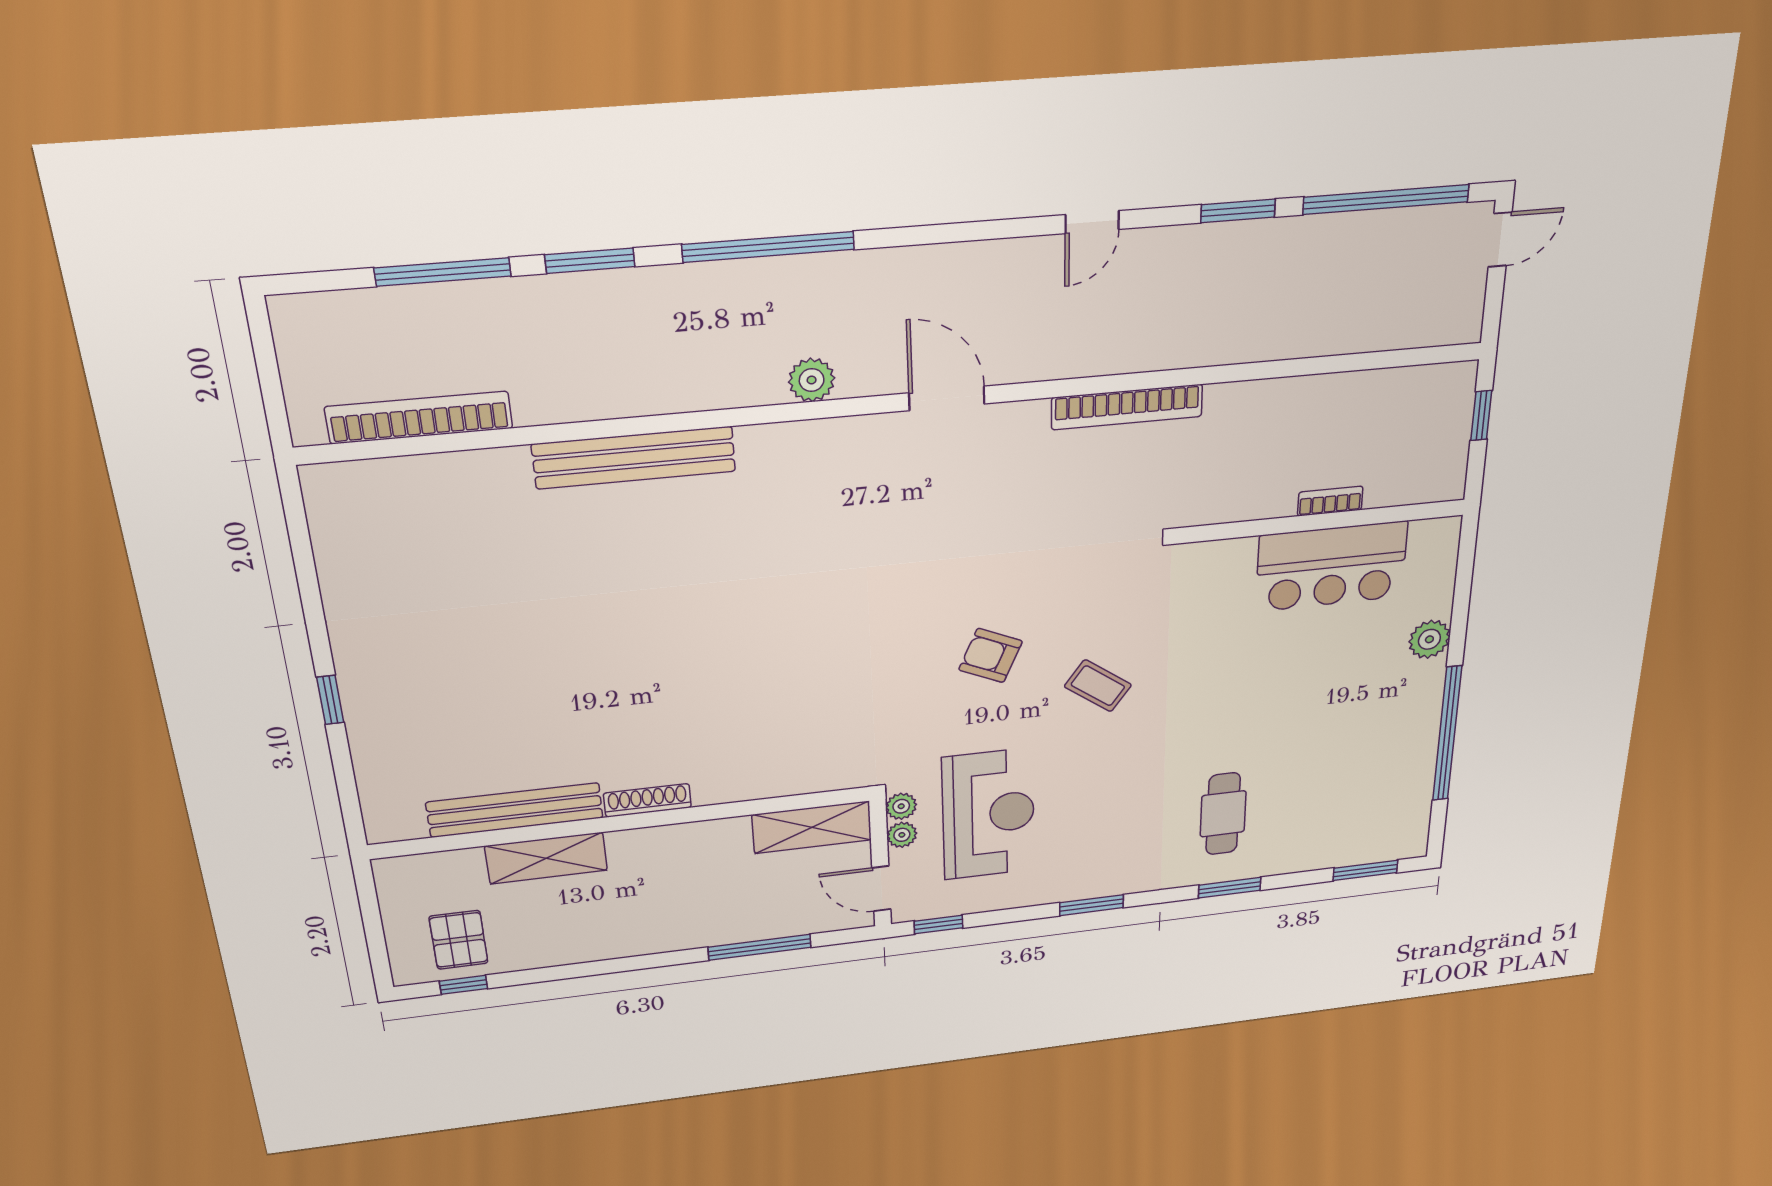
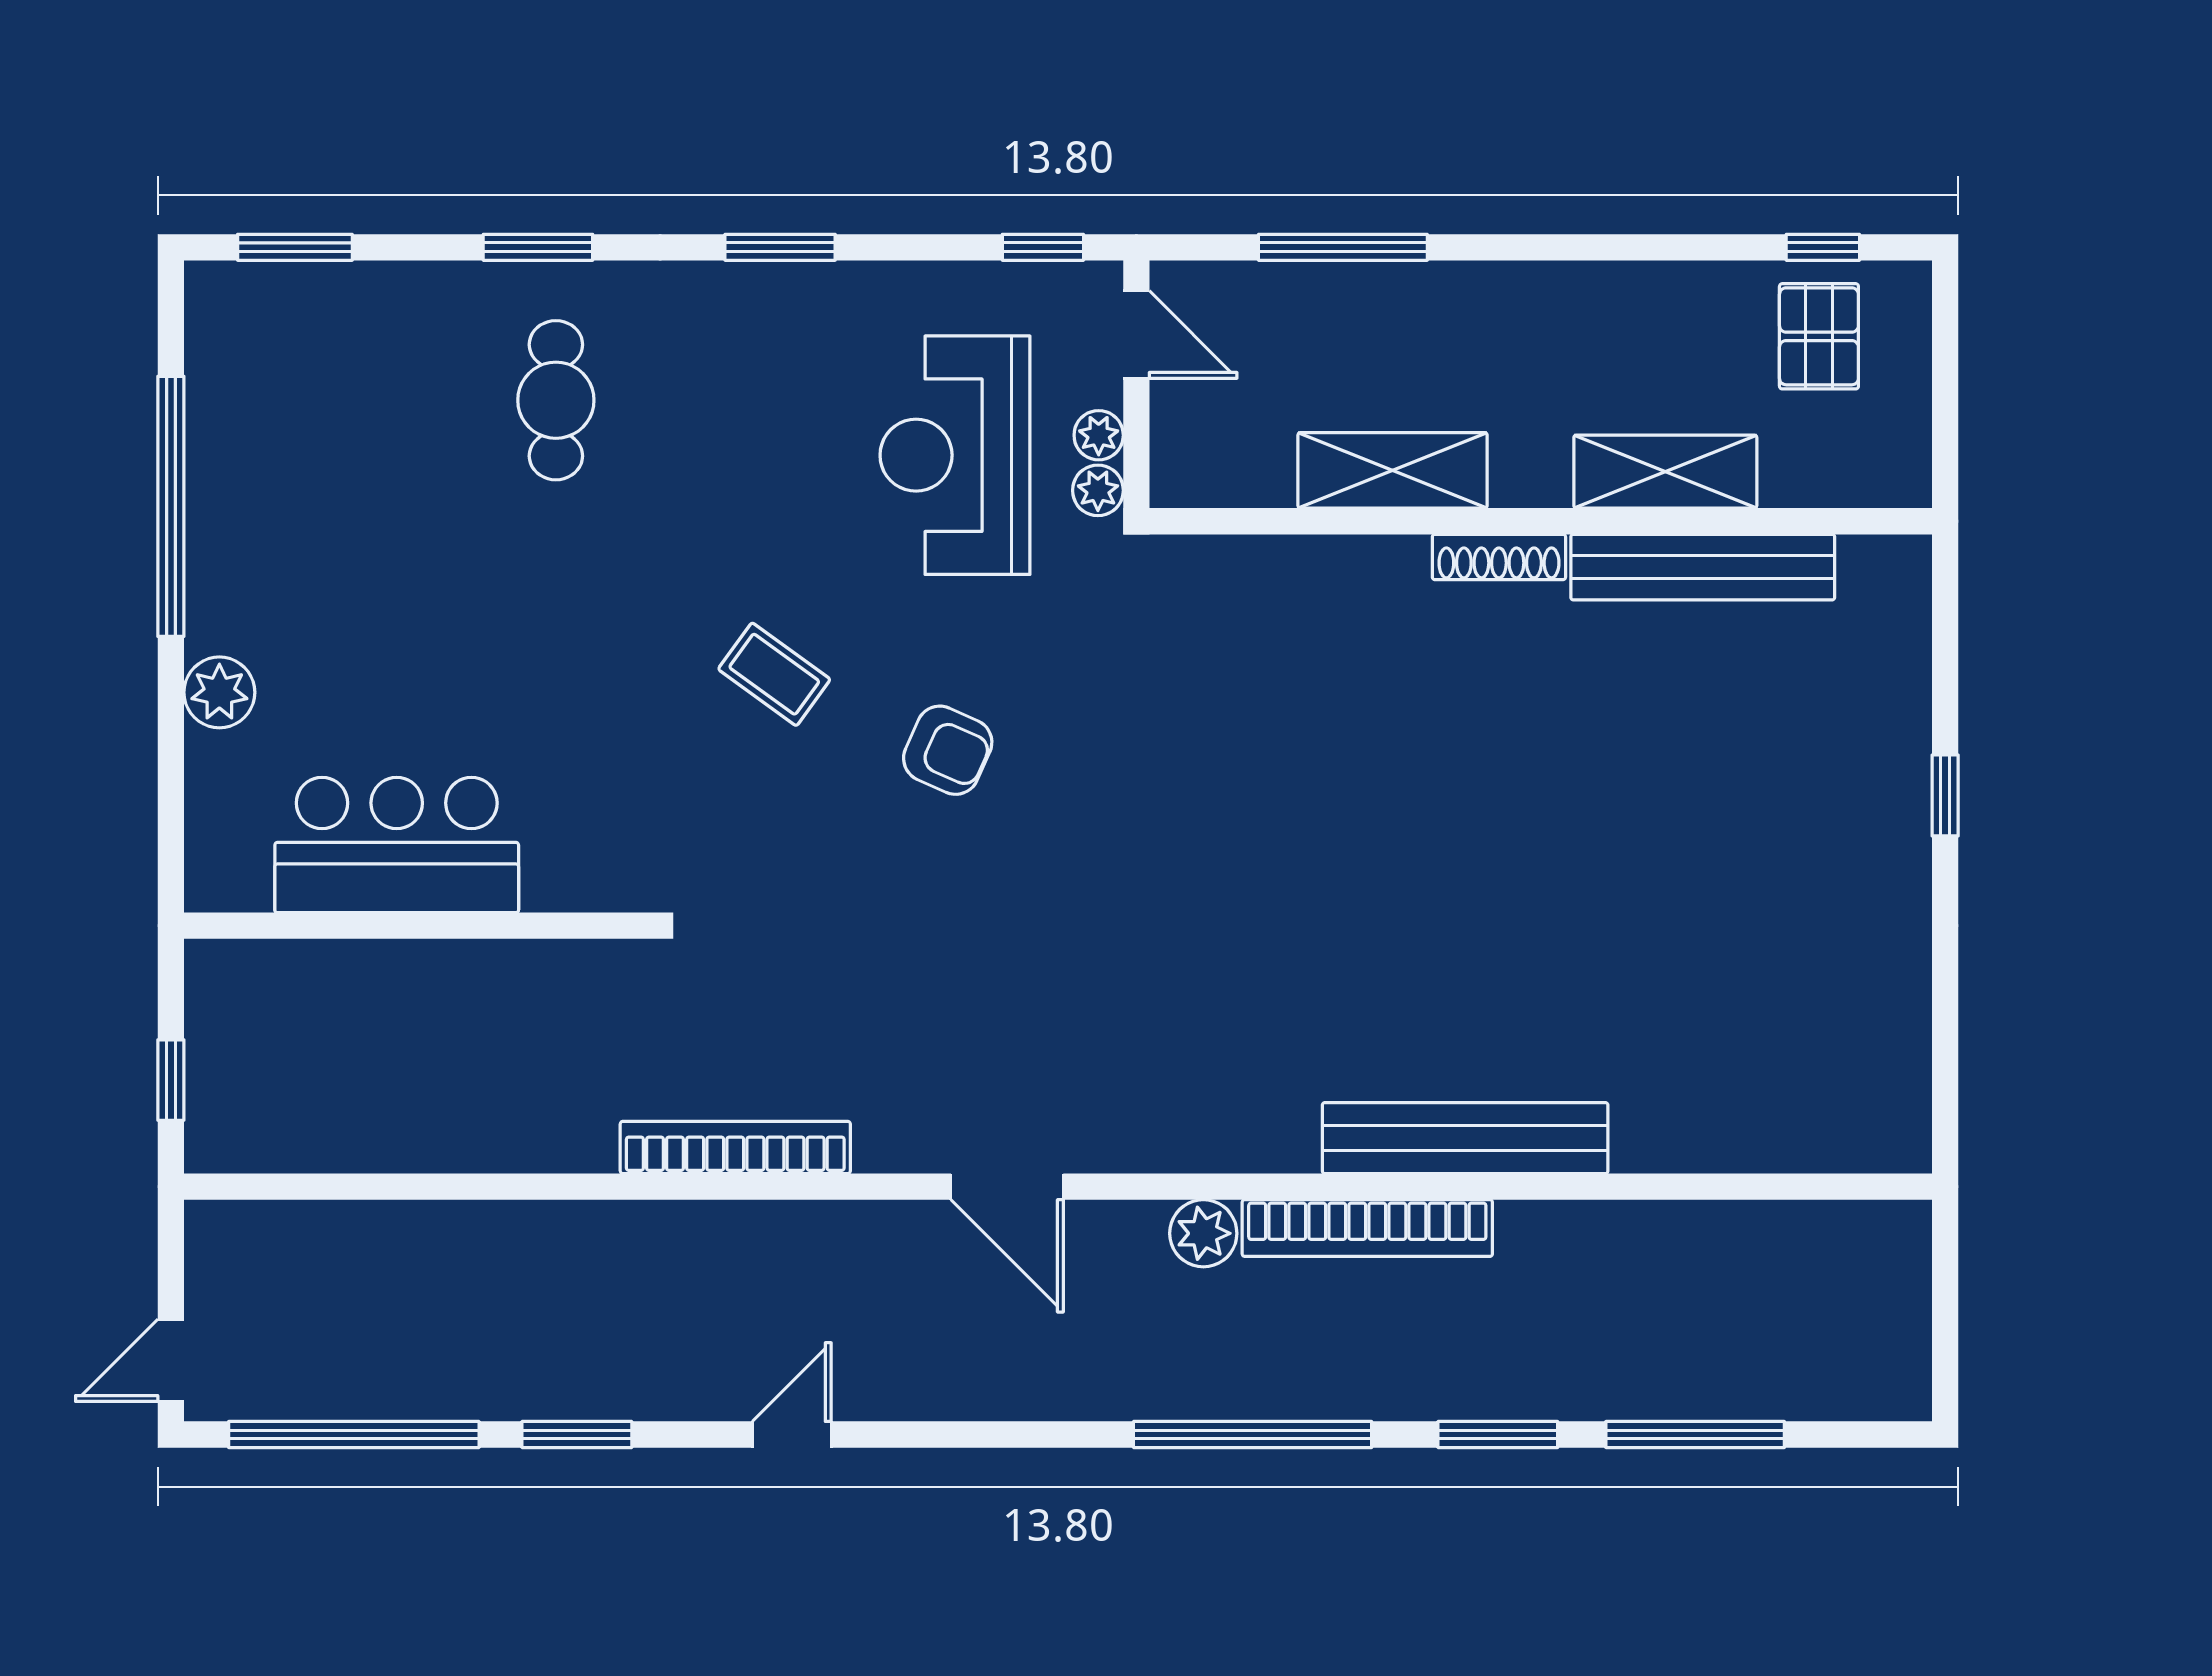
bookcase: (419, 417) -> (1367, 1228), moved
bookcase: (1330, 501) -> (407, 959), removed
shelving: (812, 827) -> (1393, 470), moved

